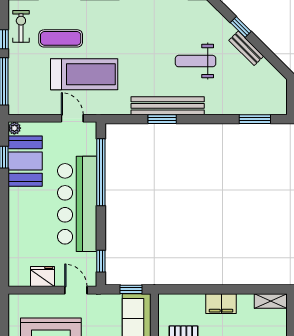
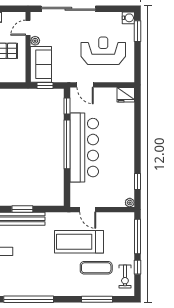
booth: (25, 161) -> (122, 179), removed
window: (101, 172) -> (67, 144), moved
fridge: (43, 276) -> (126, 95), moved

